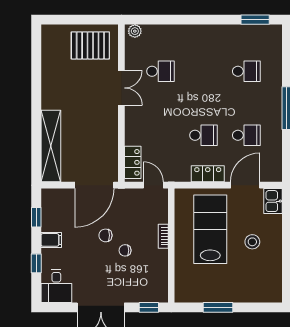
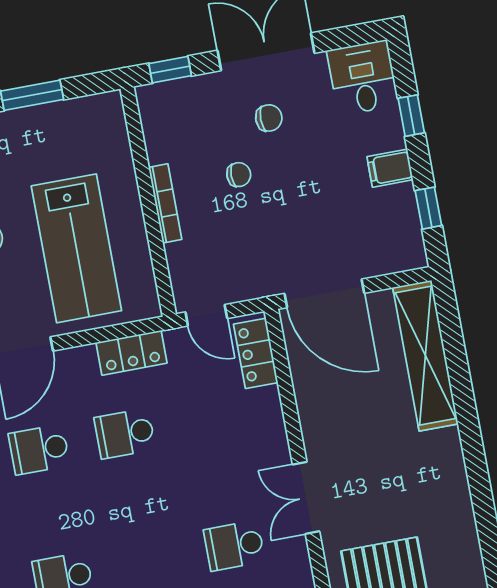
locker: (208, 174) -> (131, 353), moved
door: (94, 185) -> (324, 293), swing flipped
chair: (105, 235) -> (269, 118), moved
bookcase: (163, 236) -> (165, 203), width x1.56

